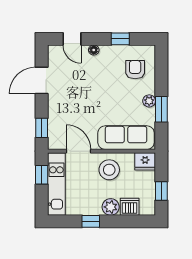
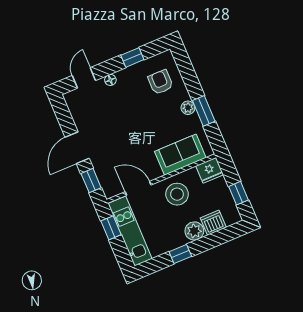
door: (72, 39) -> (84, 78), swing flipped
door: (42, 80) -> (77, 148), moved
sofa: (126, 138) -> (180, 155), width x0.73

